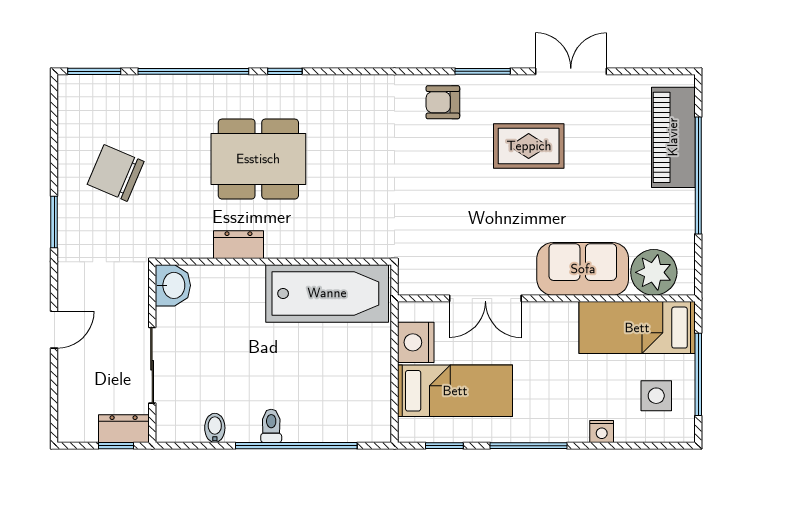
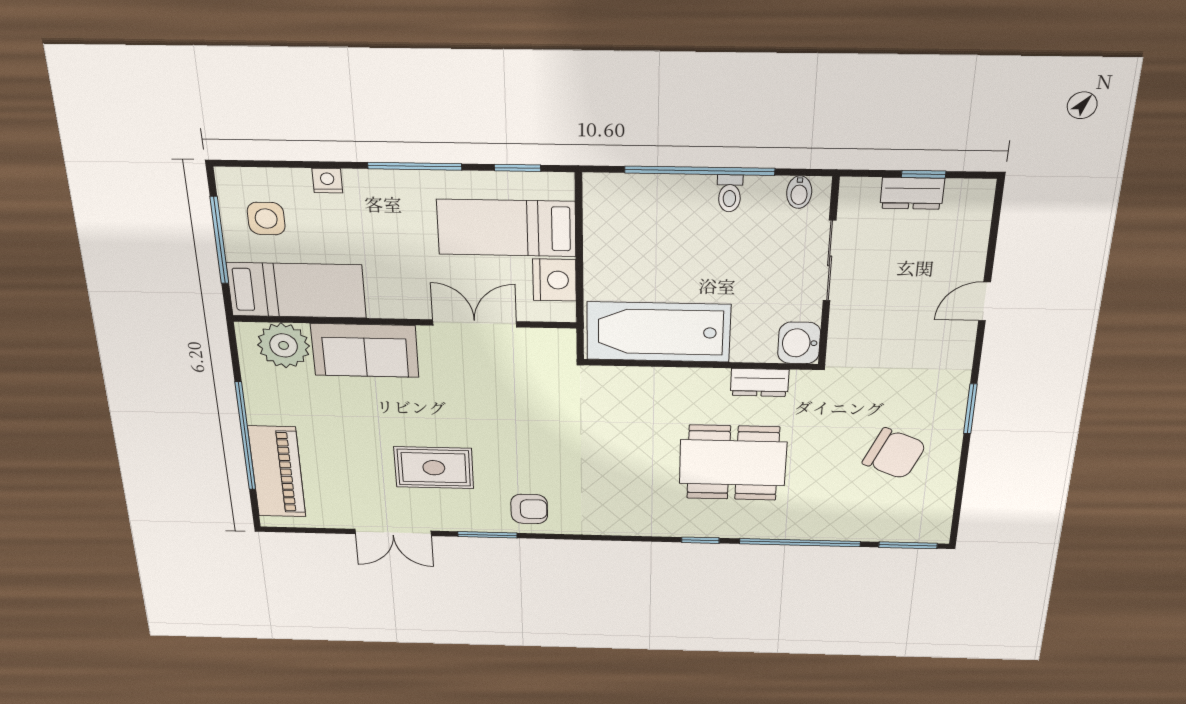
washbasin: (173, 285) -> (799, 343), moved
wall: (152, 354) -> (829, 273), moved
sliding door: (152, 365) -> (830, 261), moved

